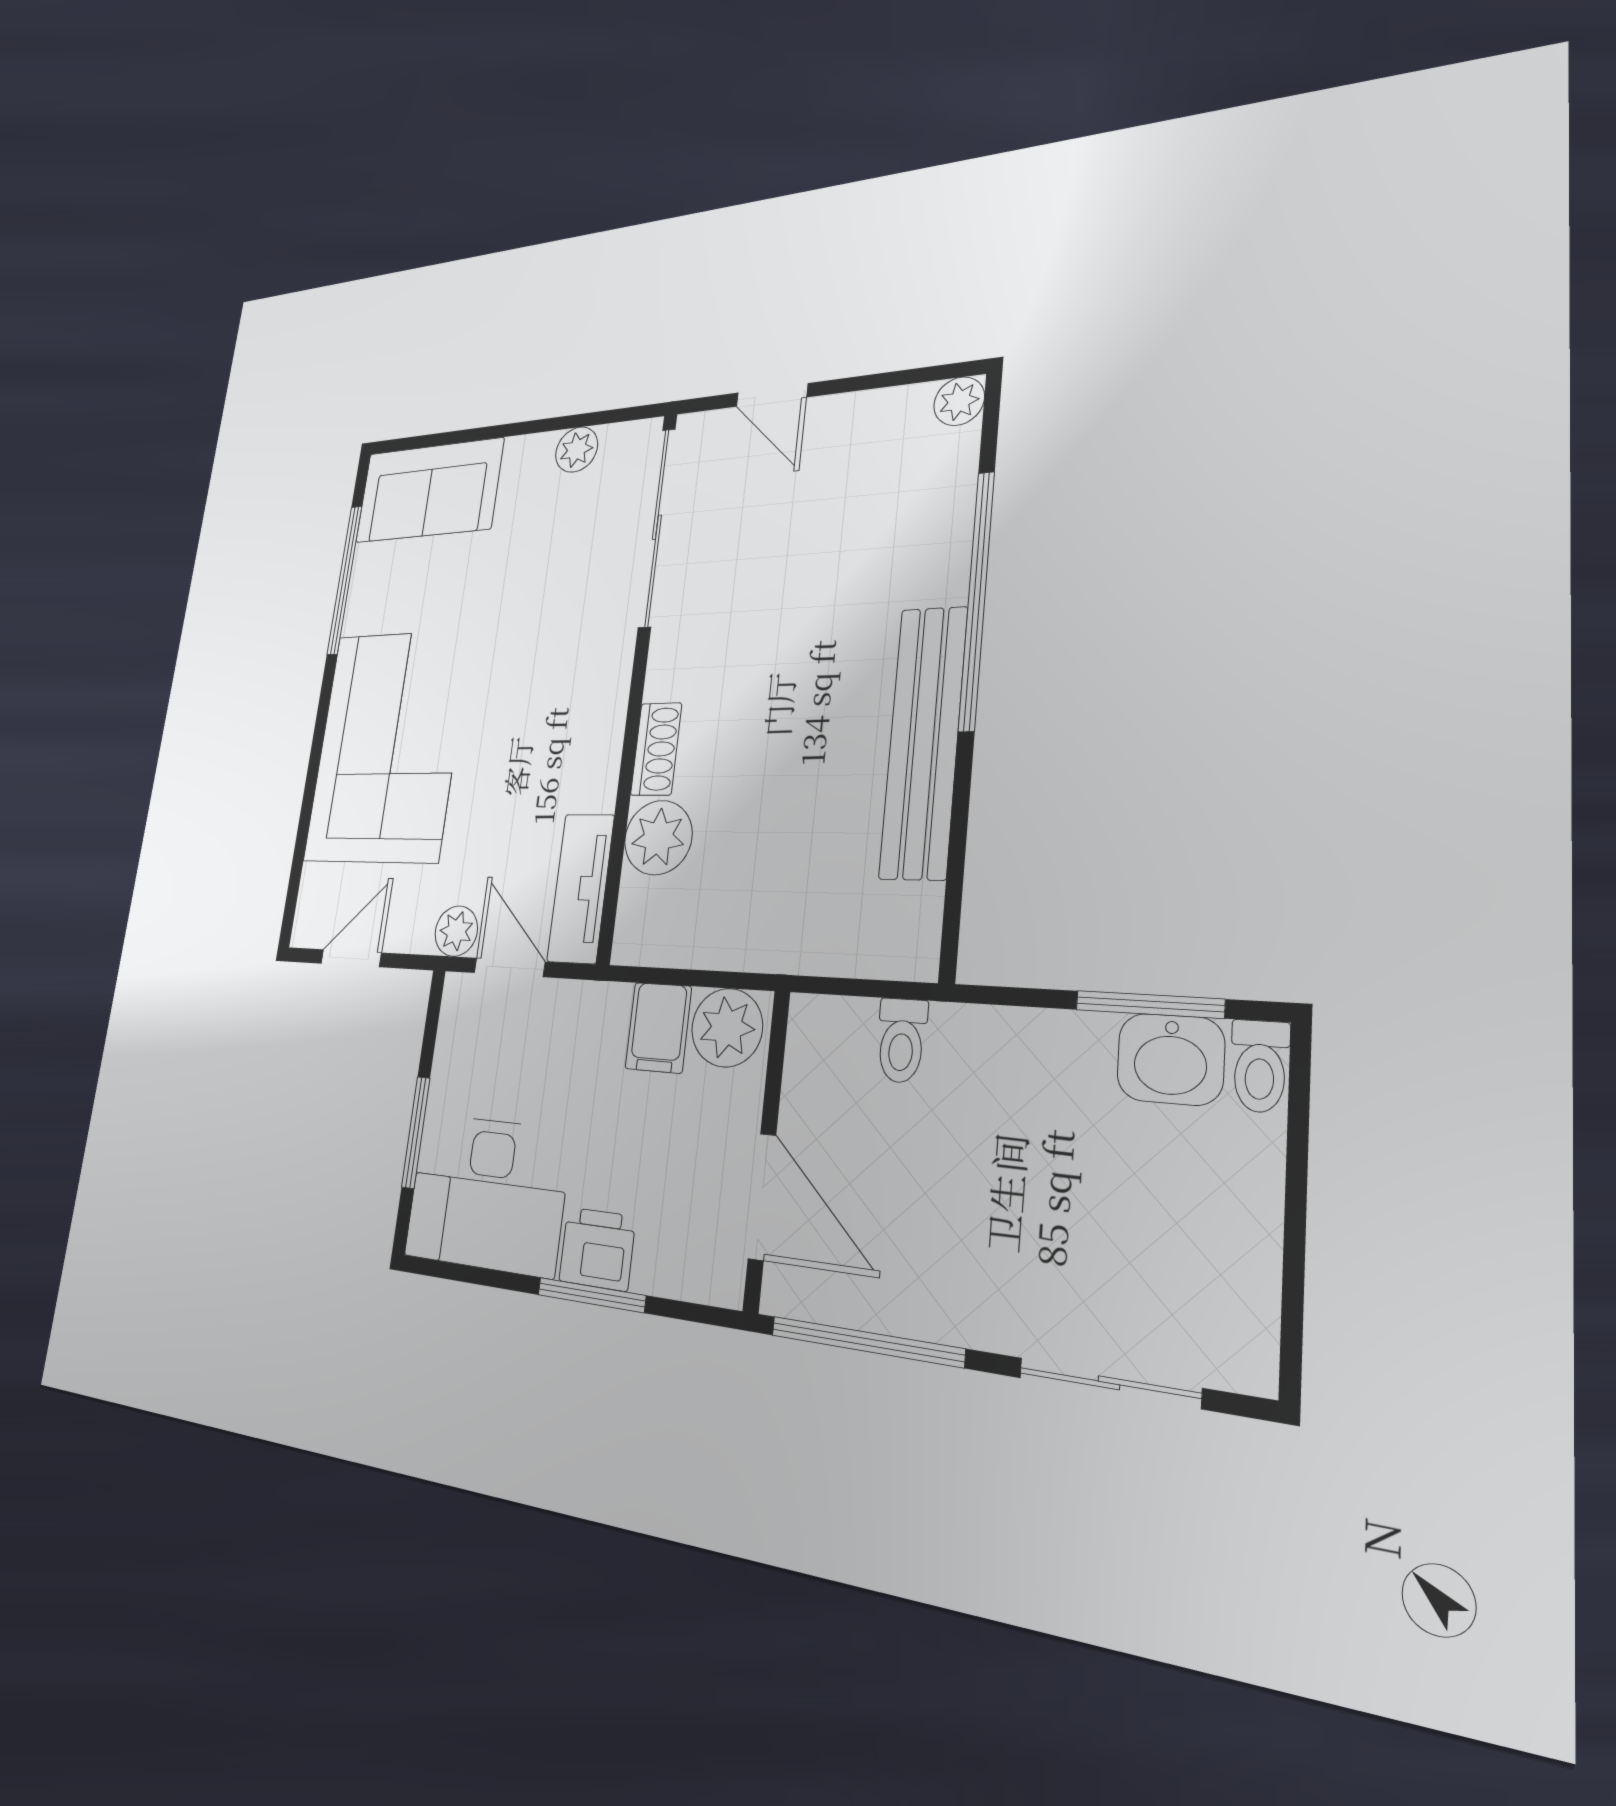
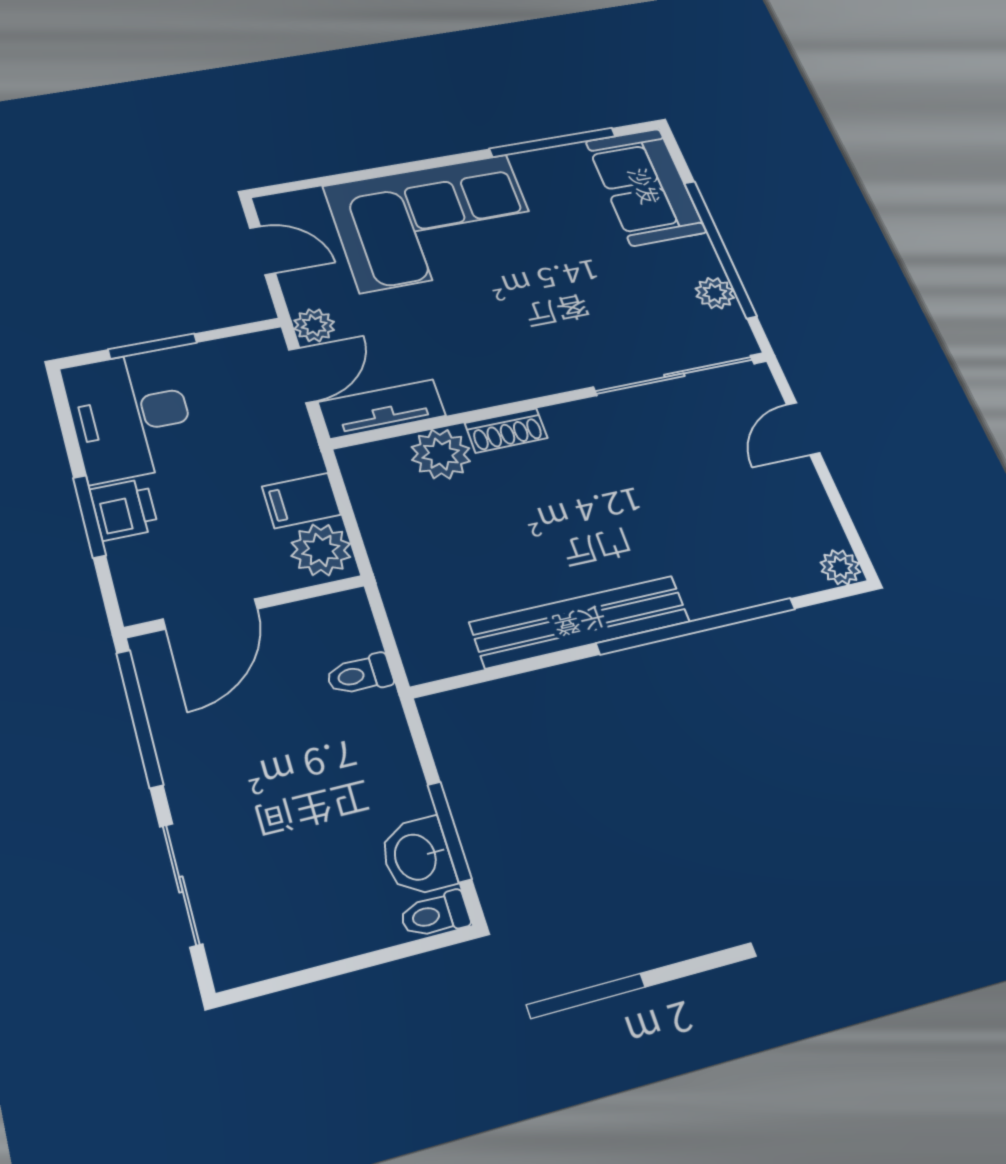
window: (528, 428) -> (720, 249), added

